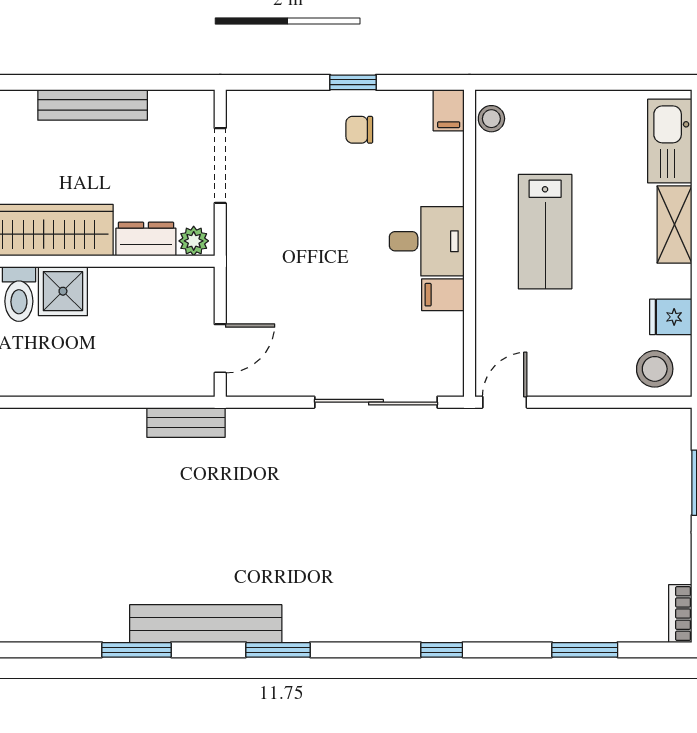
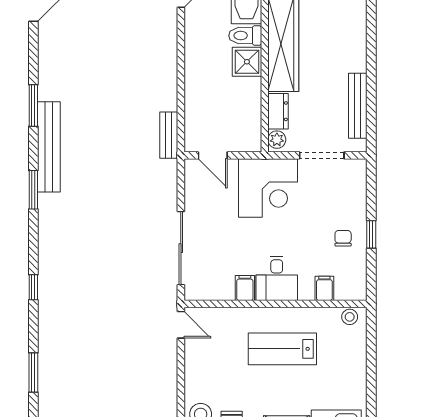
bench: (93, 105) -> (358, 106), moved
filing cabinet: (449, 110) -> (324, 288), moved, turned 90
corner desk: (275, 256) -> (268, 188), added

